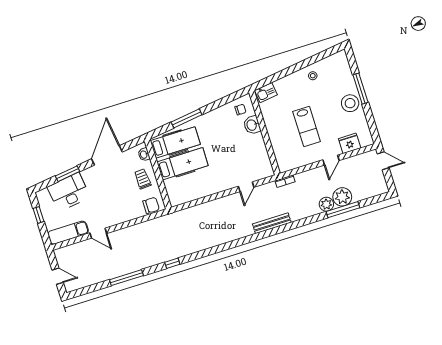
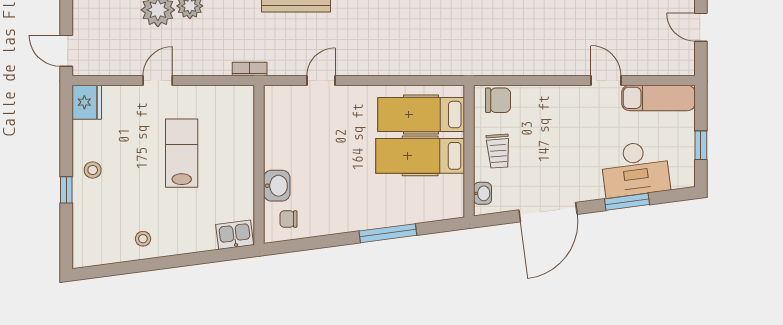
window: (361, 89) -> (66, 190), width x0.46
stool: (350, 103) -> (93, 170), width x0.53, depth x0.53
hospital bed: (175, 142) -> (421, 115), moved
fridge: (350, 143) -> (87, 102), moved, turned -90
chair: (151, 205) -> (498, 100), turned 180

